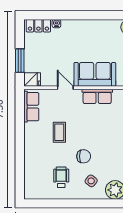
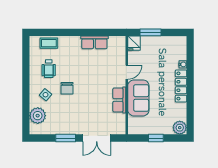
locker: (38, 26) -> (181, 86), moved, width x1.53
row of seats: (31, 107) -> (94, 42), moved
coffee table: (59, 132) -> (49, 43), moved
wheelchair: (61, 177) -> (49, 69), turned 90

